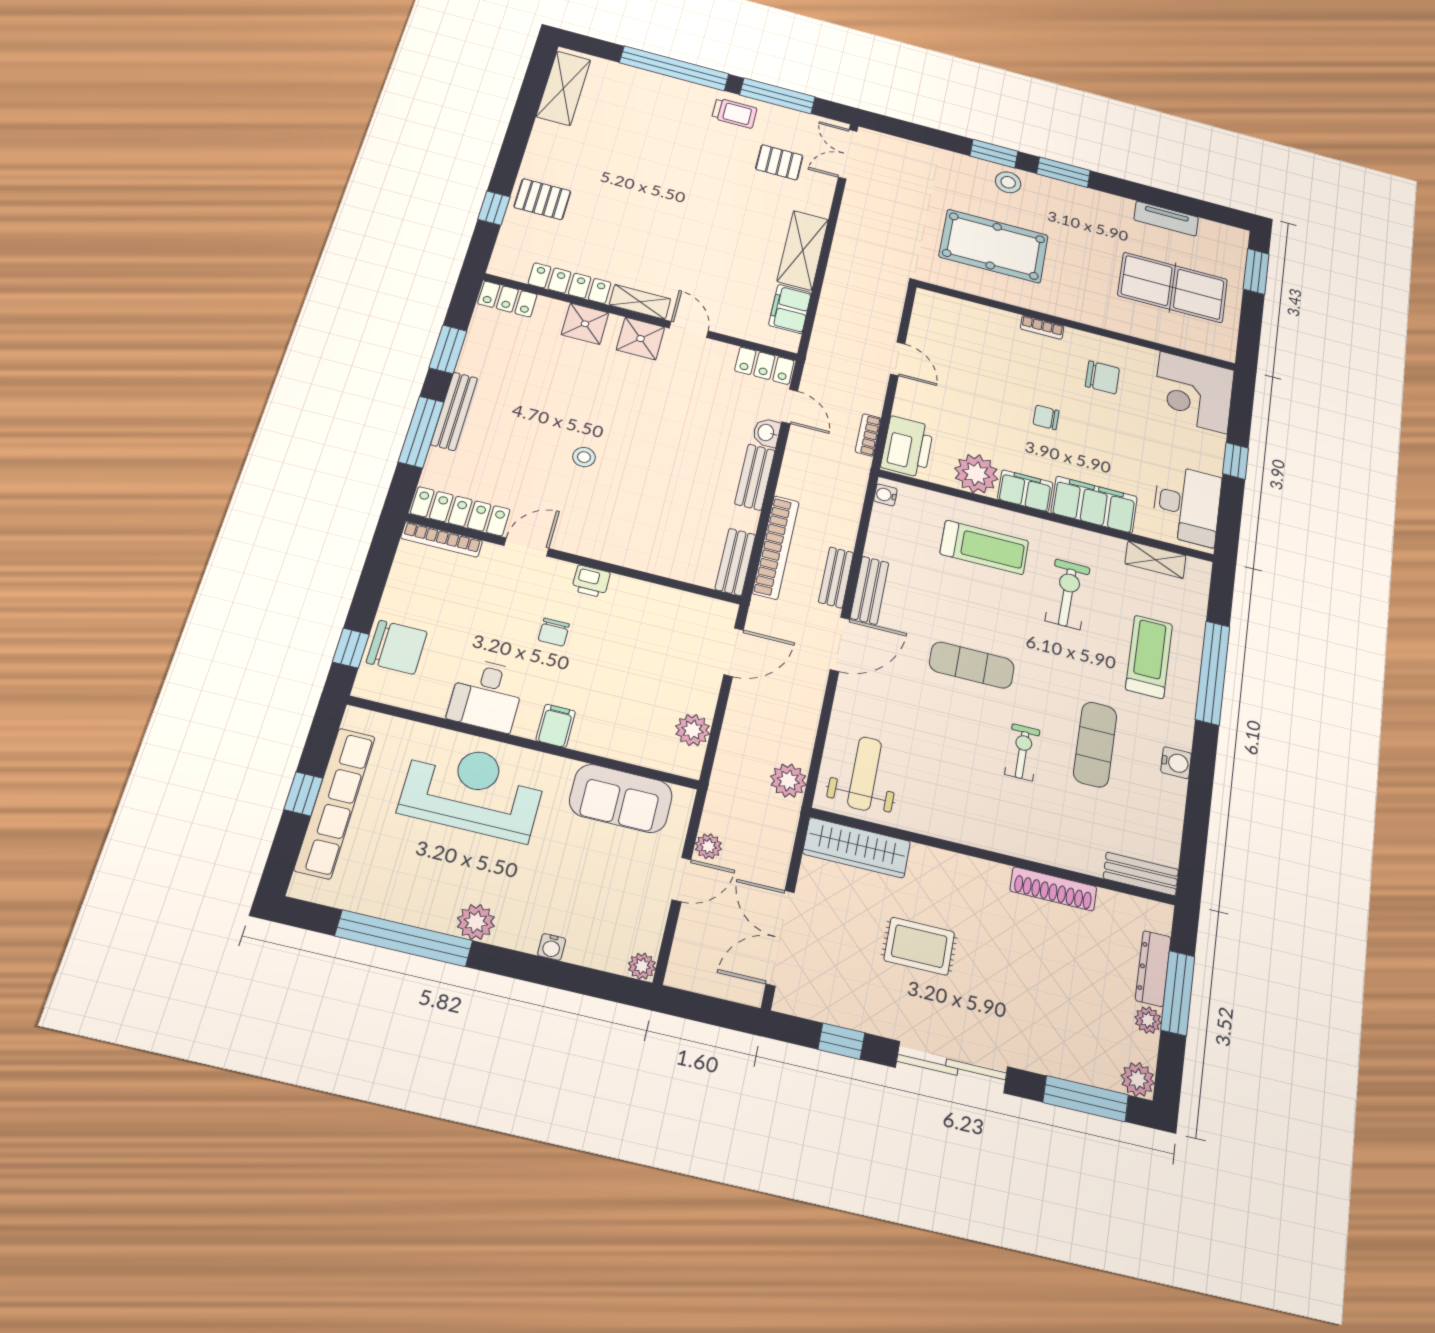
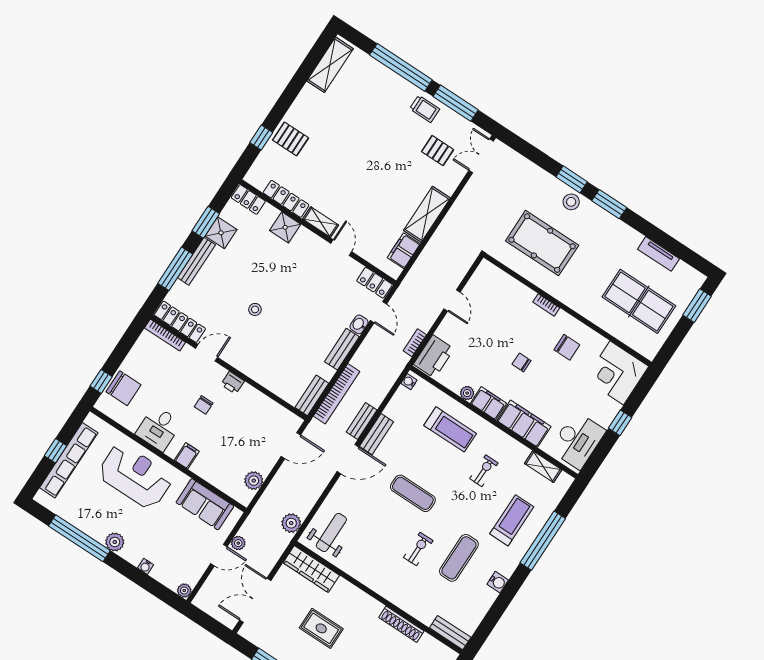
shower: (640, 339) -> (221, 233), moved
plant: (976, 474) -> (467, 393), width x0.53, depth x0.53
exercise bike: (1068, 594) -> (484, 471), width x0.73, depth x0.72

